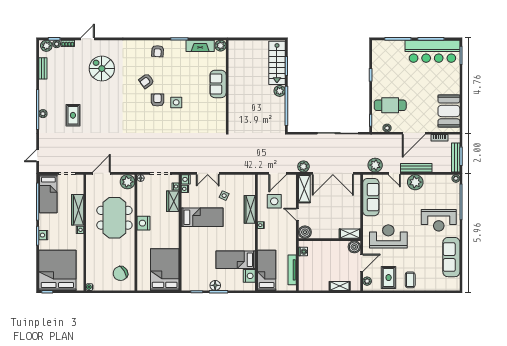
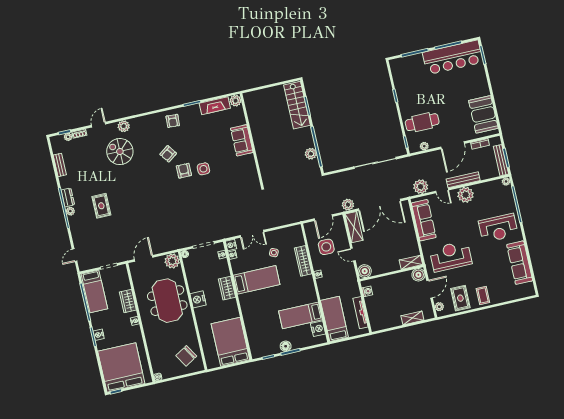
plant: (46, 46) -> (124, 126), moved
plant: (280, 91) -> (311, 154), moved
dresser: (44, 100) -> (68, 197), added
wardrobe: (173, 201) -> (227, 288), moved
wardrobe: (78, 210) -> (128, 301), width x0.67

